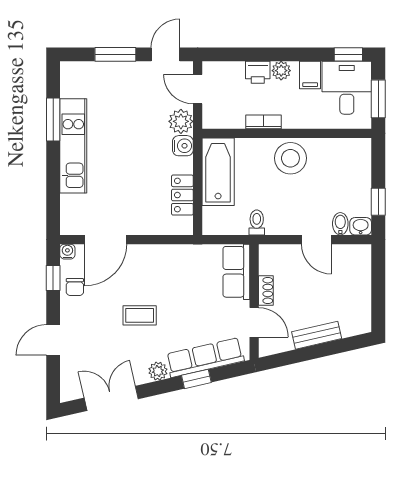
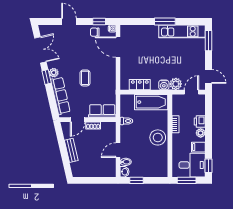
window: (115, 54) -> (208, 41), moved
window: (53, 119) -> (165, 22), moved
kitchen unit: (73, 146) -> (182, 31), moved
coffee table: (140, 315) -> (85, 78), moved
window: (196, 379) -> (47, 77), moved

